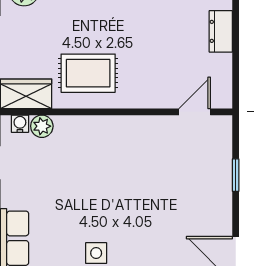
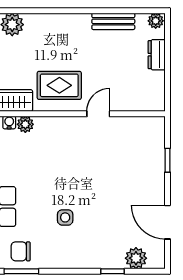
door: (195, 112) -> (98, 114), moved

